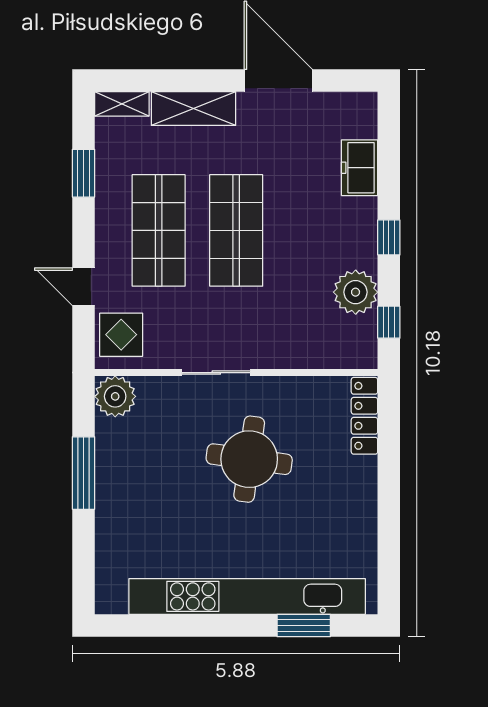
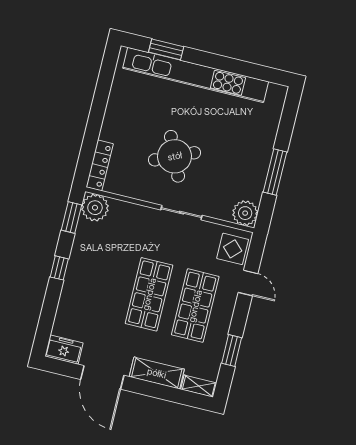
freezer: (360, 168) -> (64, 350), moved, turned -90
plant: (356, 292) -> (95, 208), moved
window: (389, 322) -> (72, 218), width x1.50
round table: (249, 459) -> (175, 156), turned -32

